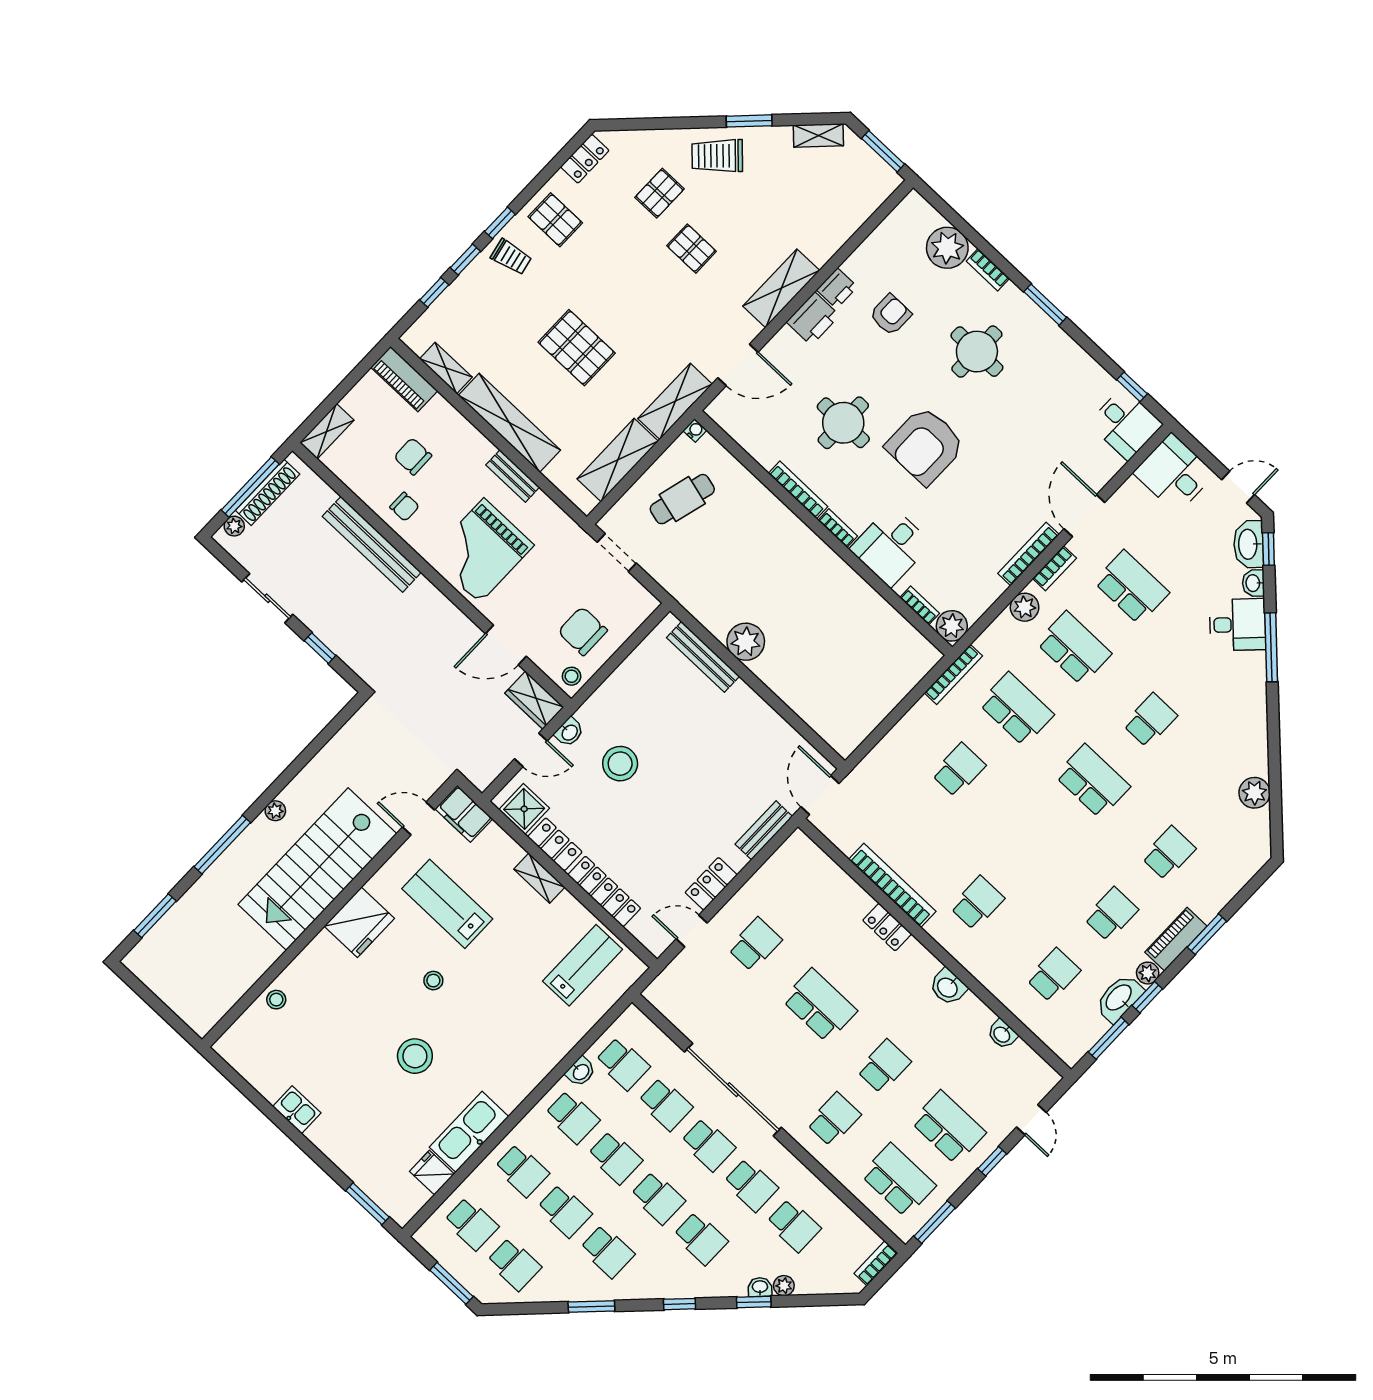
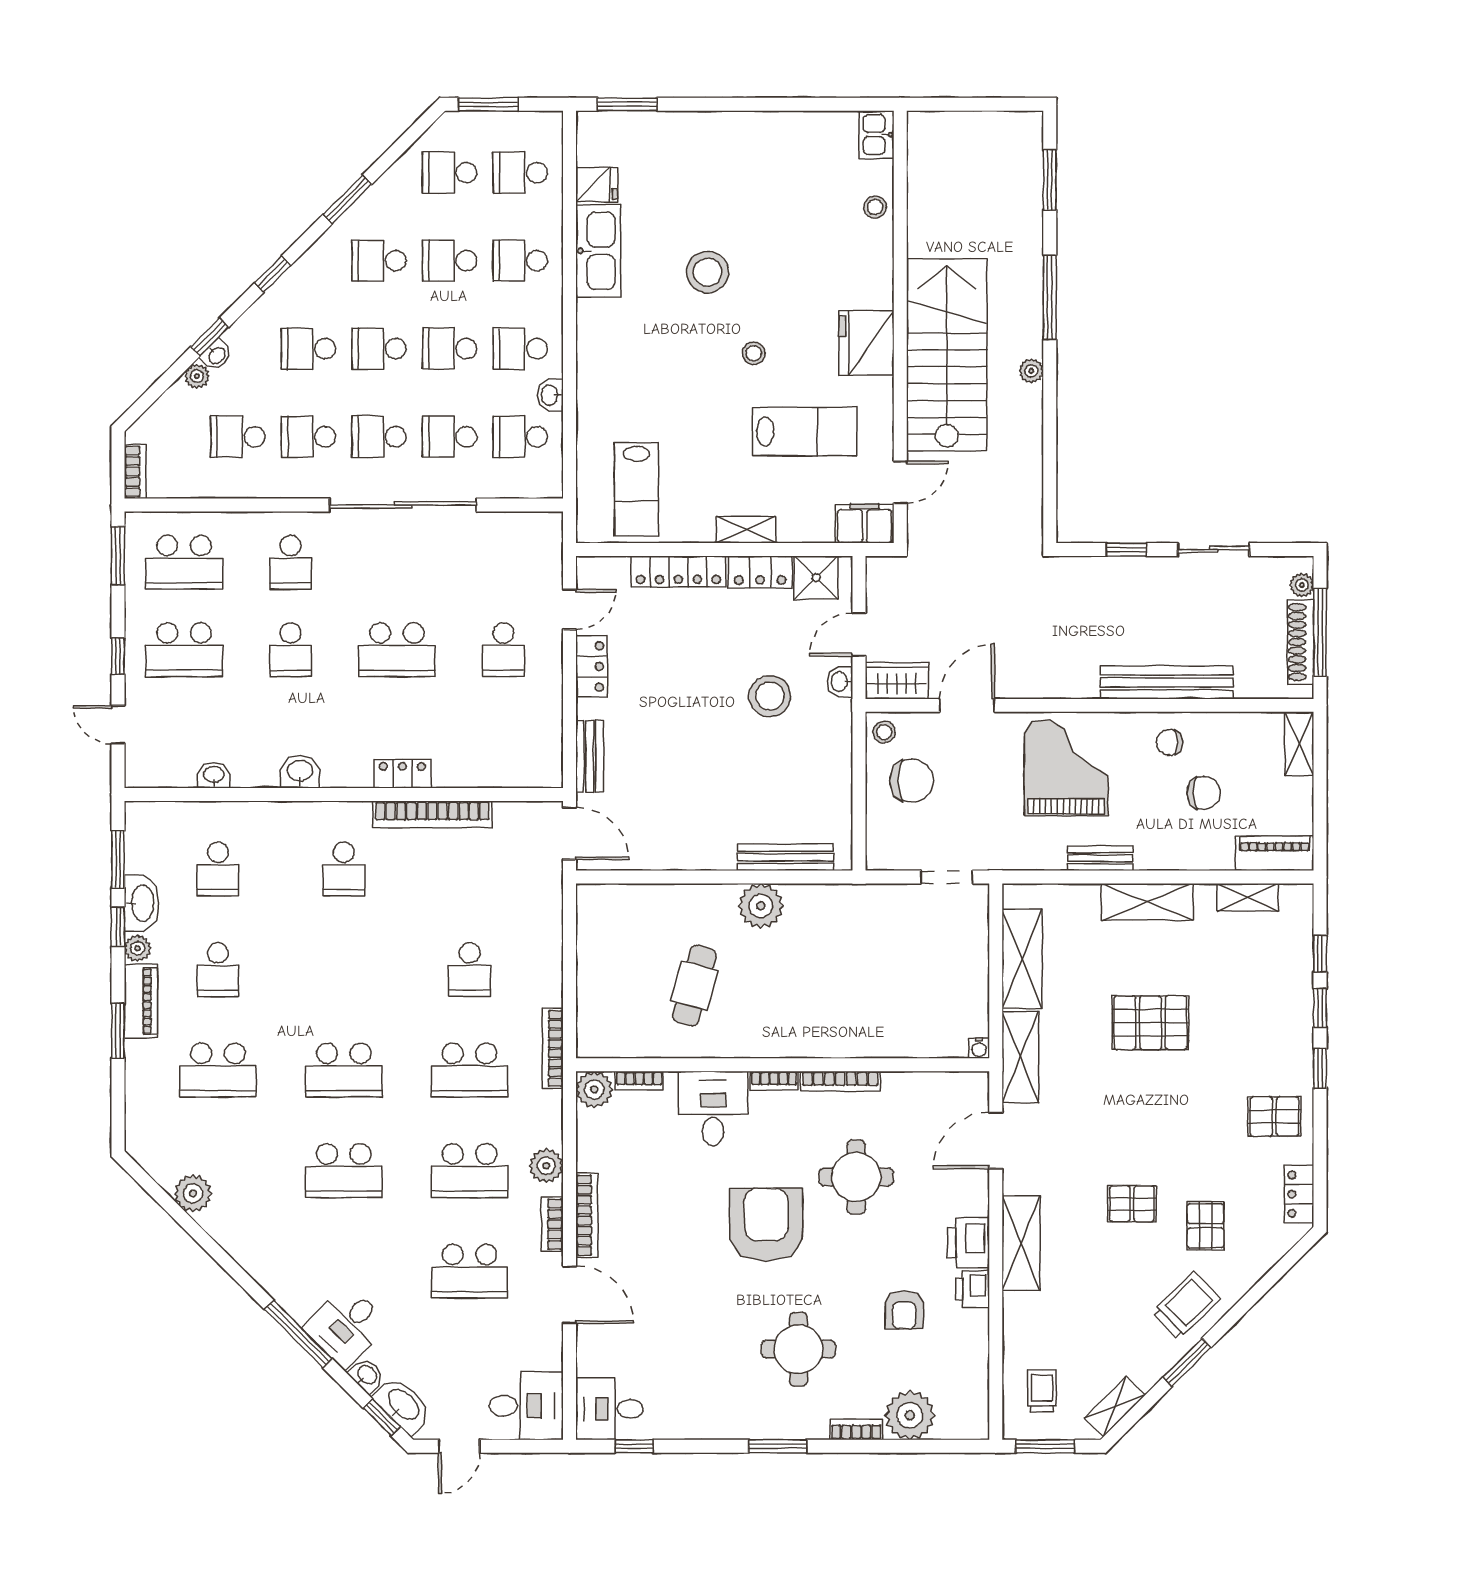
trolley: (511, 257) -> (1042, 1391), moved, turned 102
shelving: (509, 423) -> (1147, 902), width x0.68
cafe table: (682, 499) -> (694, 986), moved
school desk: (1150, 720) -> (344, 1171), width x1.85
school desk: (1169, 853) -> (218, 1070), width x1.85
kitchen sink: (297, 1110) -> (877, 135), moved, turned 90

